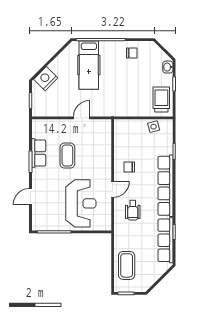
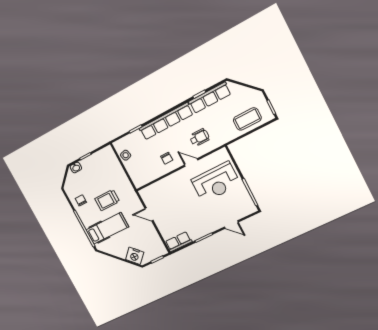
trolley: (161, 99) -> (107, 200), moved
row of seats: (39, 153) -> (178, 242), moved
coffee table: (67, 156) -> (184, 211), removed
reception desk: (81, 203) -> (216, 182), turned 180

